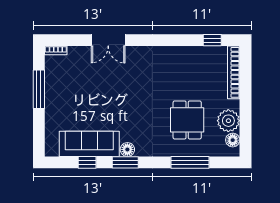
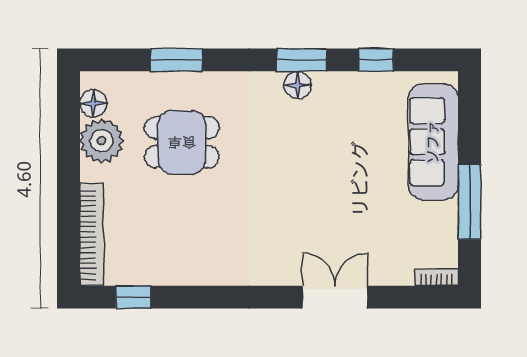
dining table: (187, 120) -> (182, 142), turned 90
sofa: (89, 144) -> (433, 142), moved, turned 90
window: (190, 162) -> (176, 60), width x0.69

